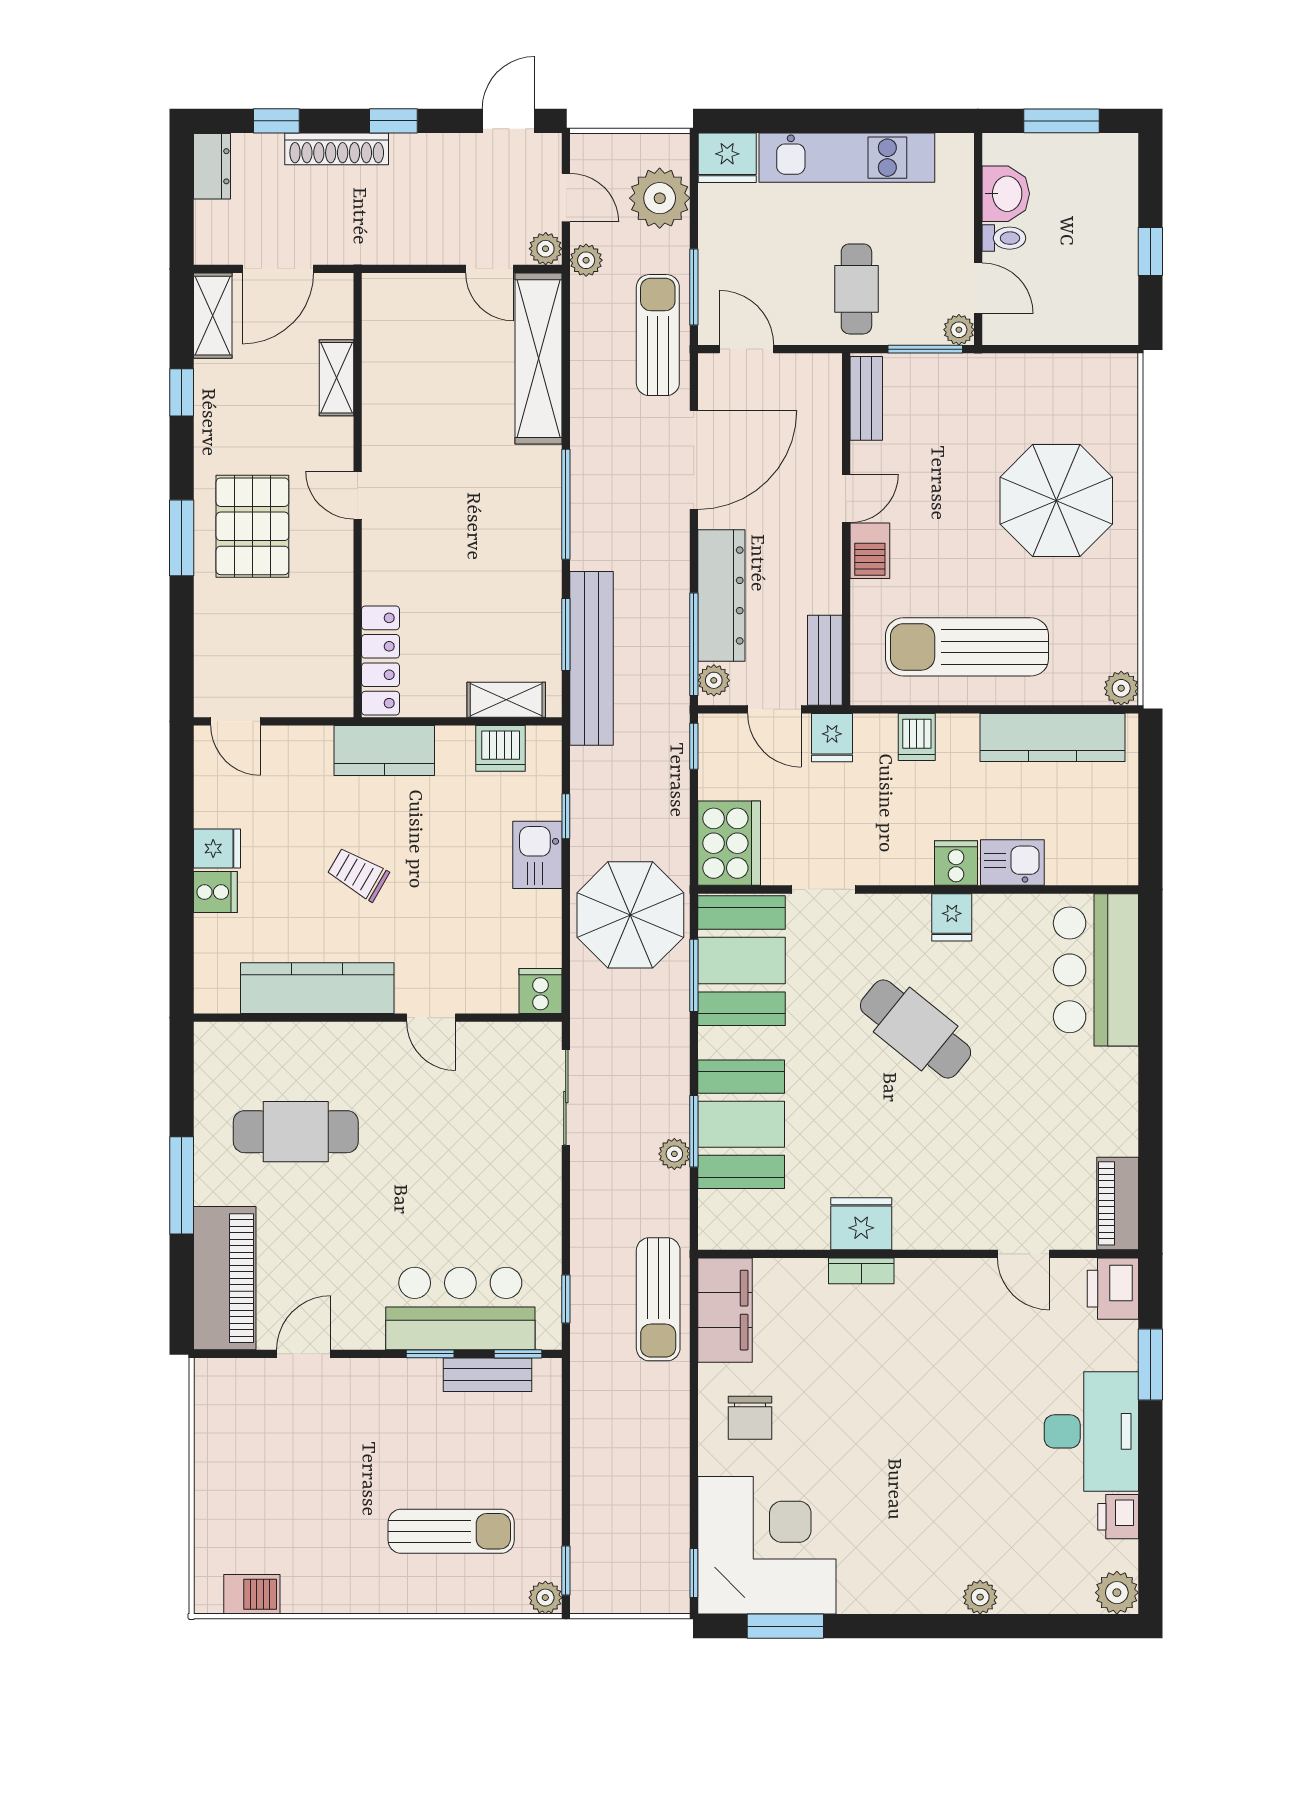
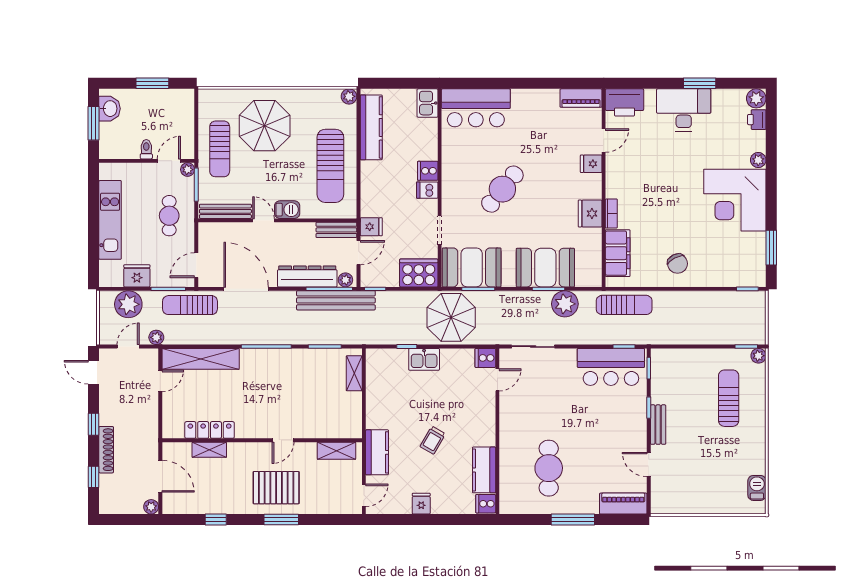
fridge: (727, 158) -> (137, 276), moved, turned -90
dresser: (212, 166) -> (114, 506), removed
washbasin: (1006, 194) -> (110, 109), moved, turned 90
plant: (546, 249) -> (151, 507), moved
window: (1150, 252) -> (152, 83), width x1.50
cafe table: (856, 289) -> (169, 216), turned 90
shelving: (213, 316) -> (336, 451), moved
bench: (866, 398) -> (225, 211), width x1.36
sun lounger: (1005, 401) -> (220, 149), added
door: (358, 495) -> (283, 440), moved
bench: (592, 658) -> (336, 300), moved
locker: (381, 661) -> (210, 430), moved
dishwasher: (917, 737) -> (427, 190), moved, turned 180
dishwasher: (501, 748) -> (376, 376), removed
kitchen counter: (384, 750) -> (377, 452), moved
kitchen sink: (1012, 863) -> (427, 103), moved
cooker: (215, 892) -> (486, 504), moved, turned -90
fridge: (952, 917) -> (591, 164), moved, turned 180
kitchen counter: (317, 988) -> (484, 470), width x0.67
door: (431, 1018) -> (497, 380), moved
plant: (674, 1154) -> (565, 304), width x1.88, depth x1.88
piano: (225, 1278) -> (623, 504), width x0.73, depth x0.75
printer: (1113, 1289) -> (624, 102), width x1.37, depth x1.19
bar counter: (460, 1309) -> (611, 367), moved, turned -90
filing cabinet: (725, 1310) -> (618, 253), moved, turned 90
window: (1150, 1364) -> (700, 83), moved
bench: (487, 1375) -> (658, 425), moved
chair: (750, 1418) -> (678, 264), turned 63
printer: (1118, 1517) -> (757, 120), moved, turned 90
corner desk: (767, 1545) -> (735, 200), moved, turned -90

